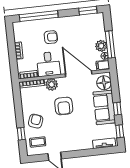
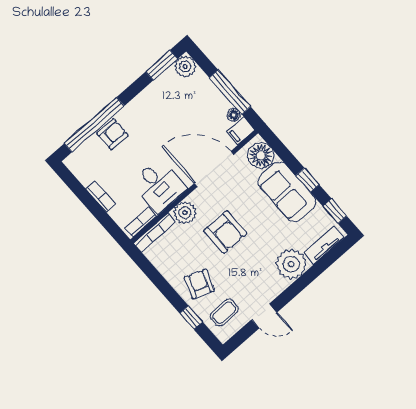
armchair: (51, 37) -> (112, 134), moved
plant: (101, 46) -> (185, 66), moved
plant: (83, 141) -> (291, 264), added

